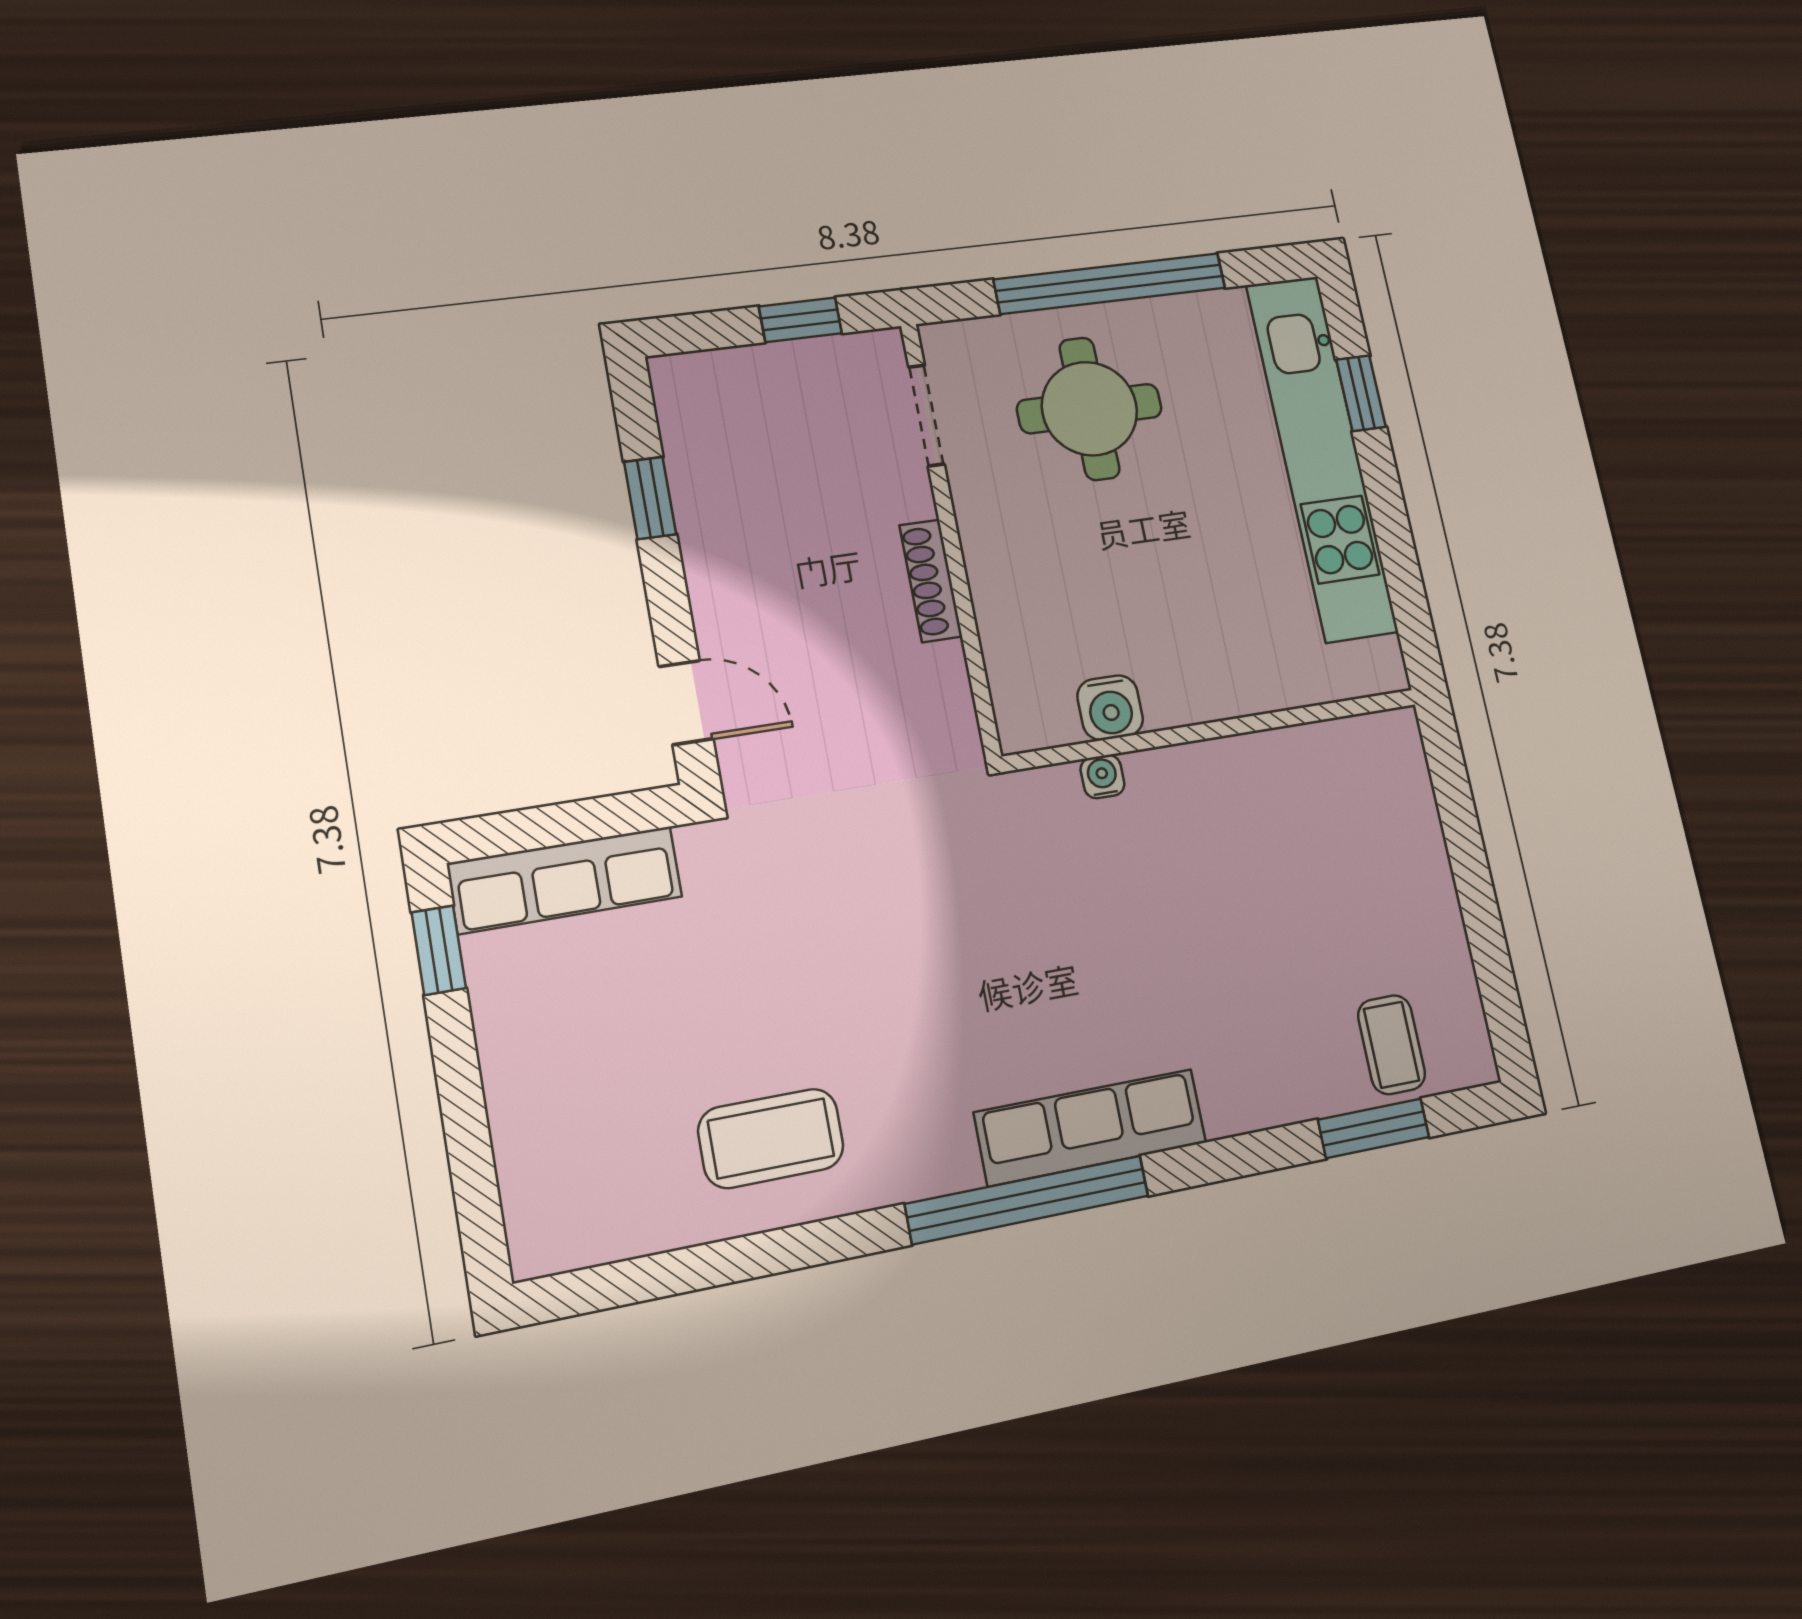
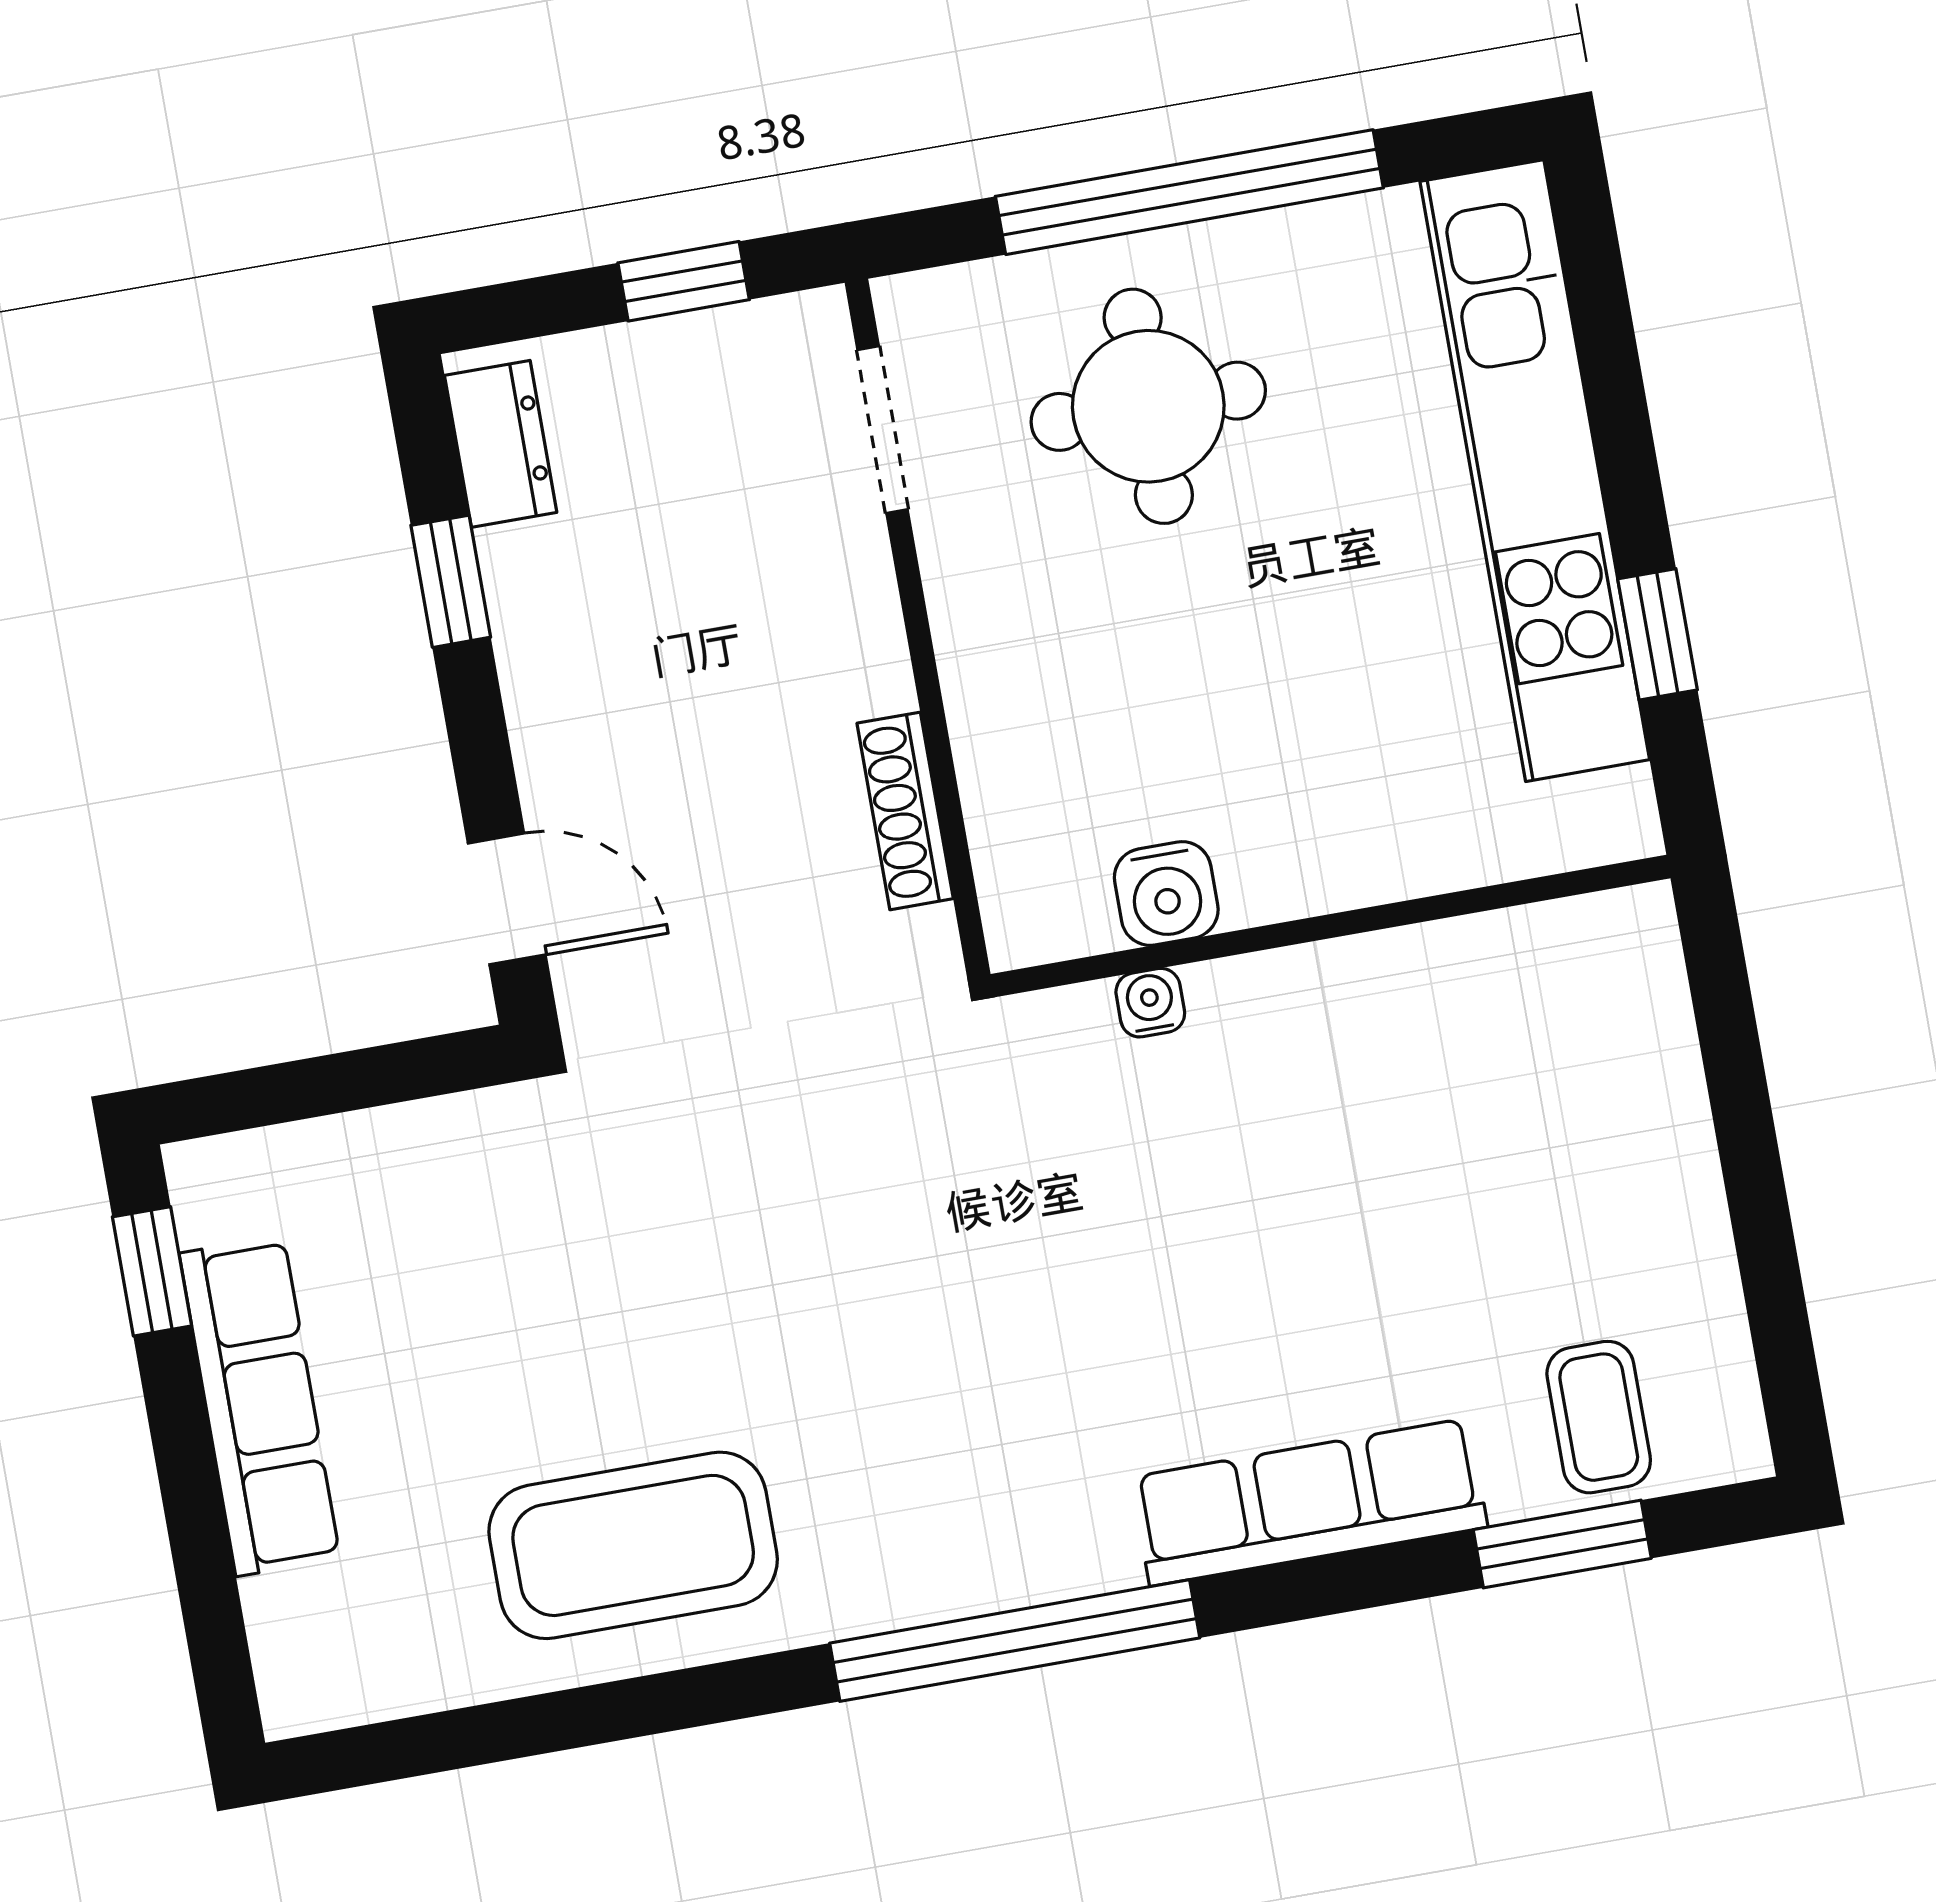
window: (1361, 393) -> (1658, 634), moved
dresser: (683, 414) -> (501, 444), added
shoe rack: (931, 581) -> (905, 811), moved
row of seats: (565, 880) -> (260, 1406), moved, turned -90
row of seats: (1091, 1127) -> (1309, 1502), moved
coffee table: (771, 1138) -> (633, 1545), width x1.36, depth x1.32

